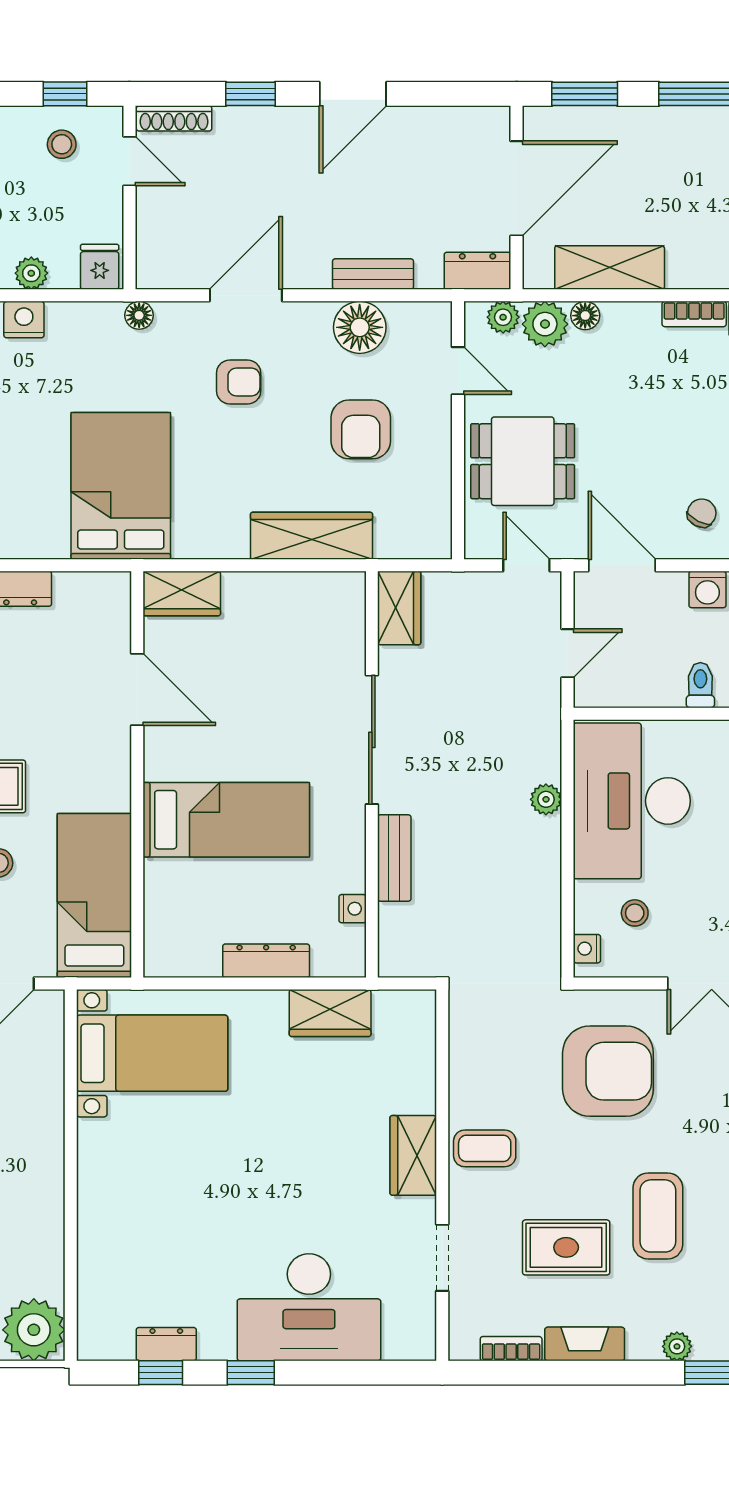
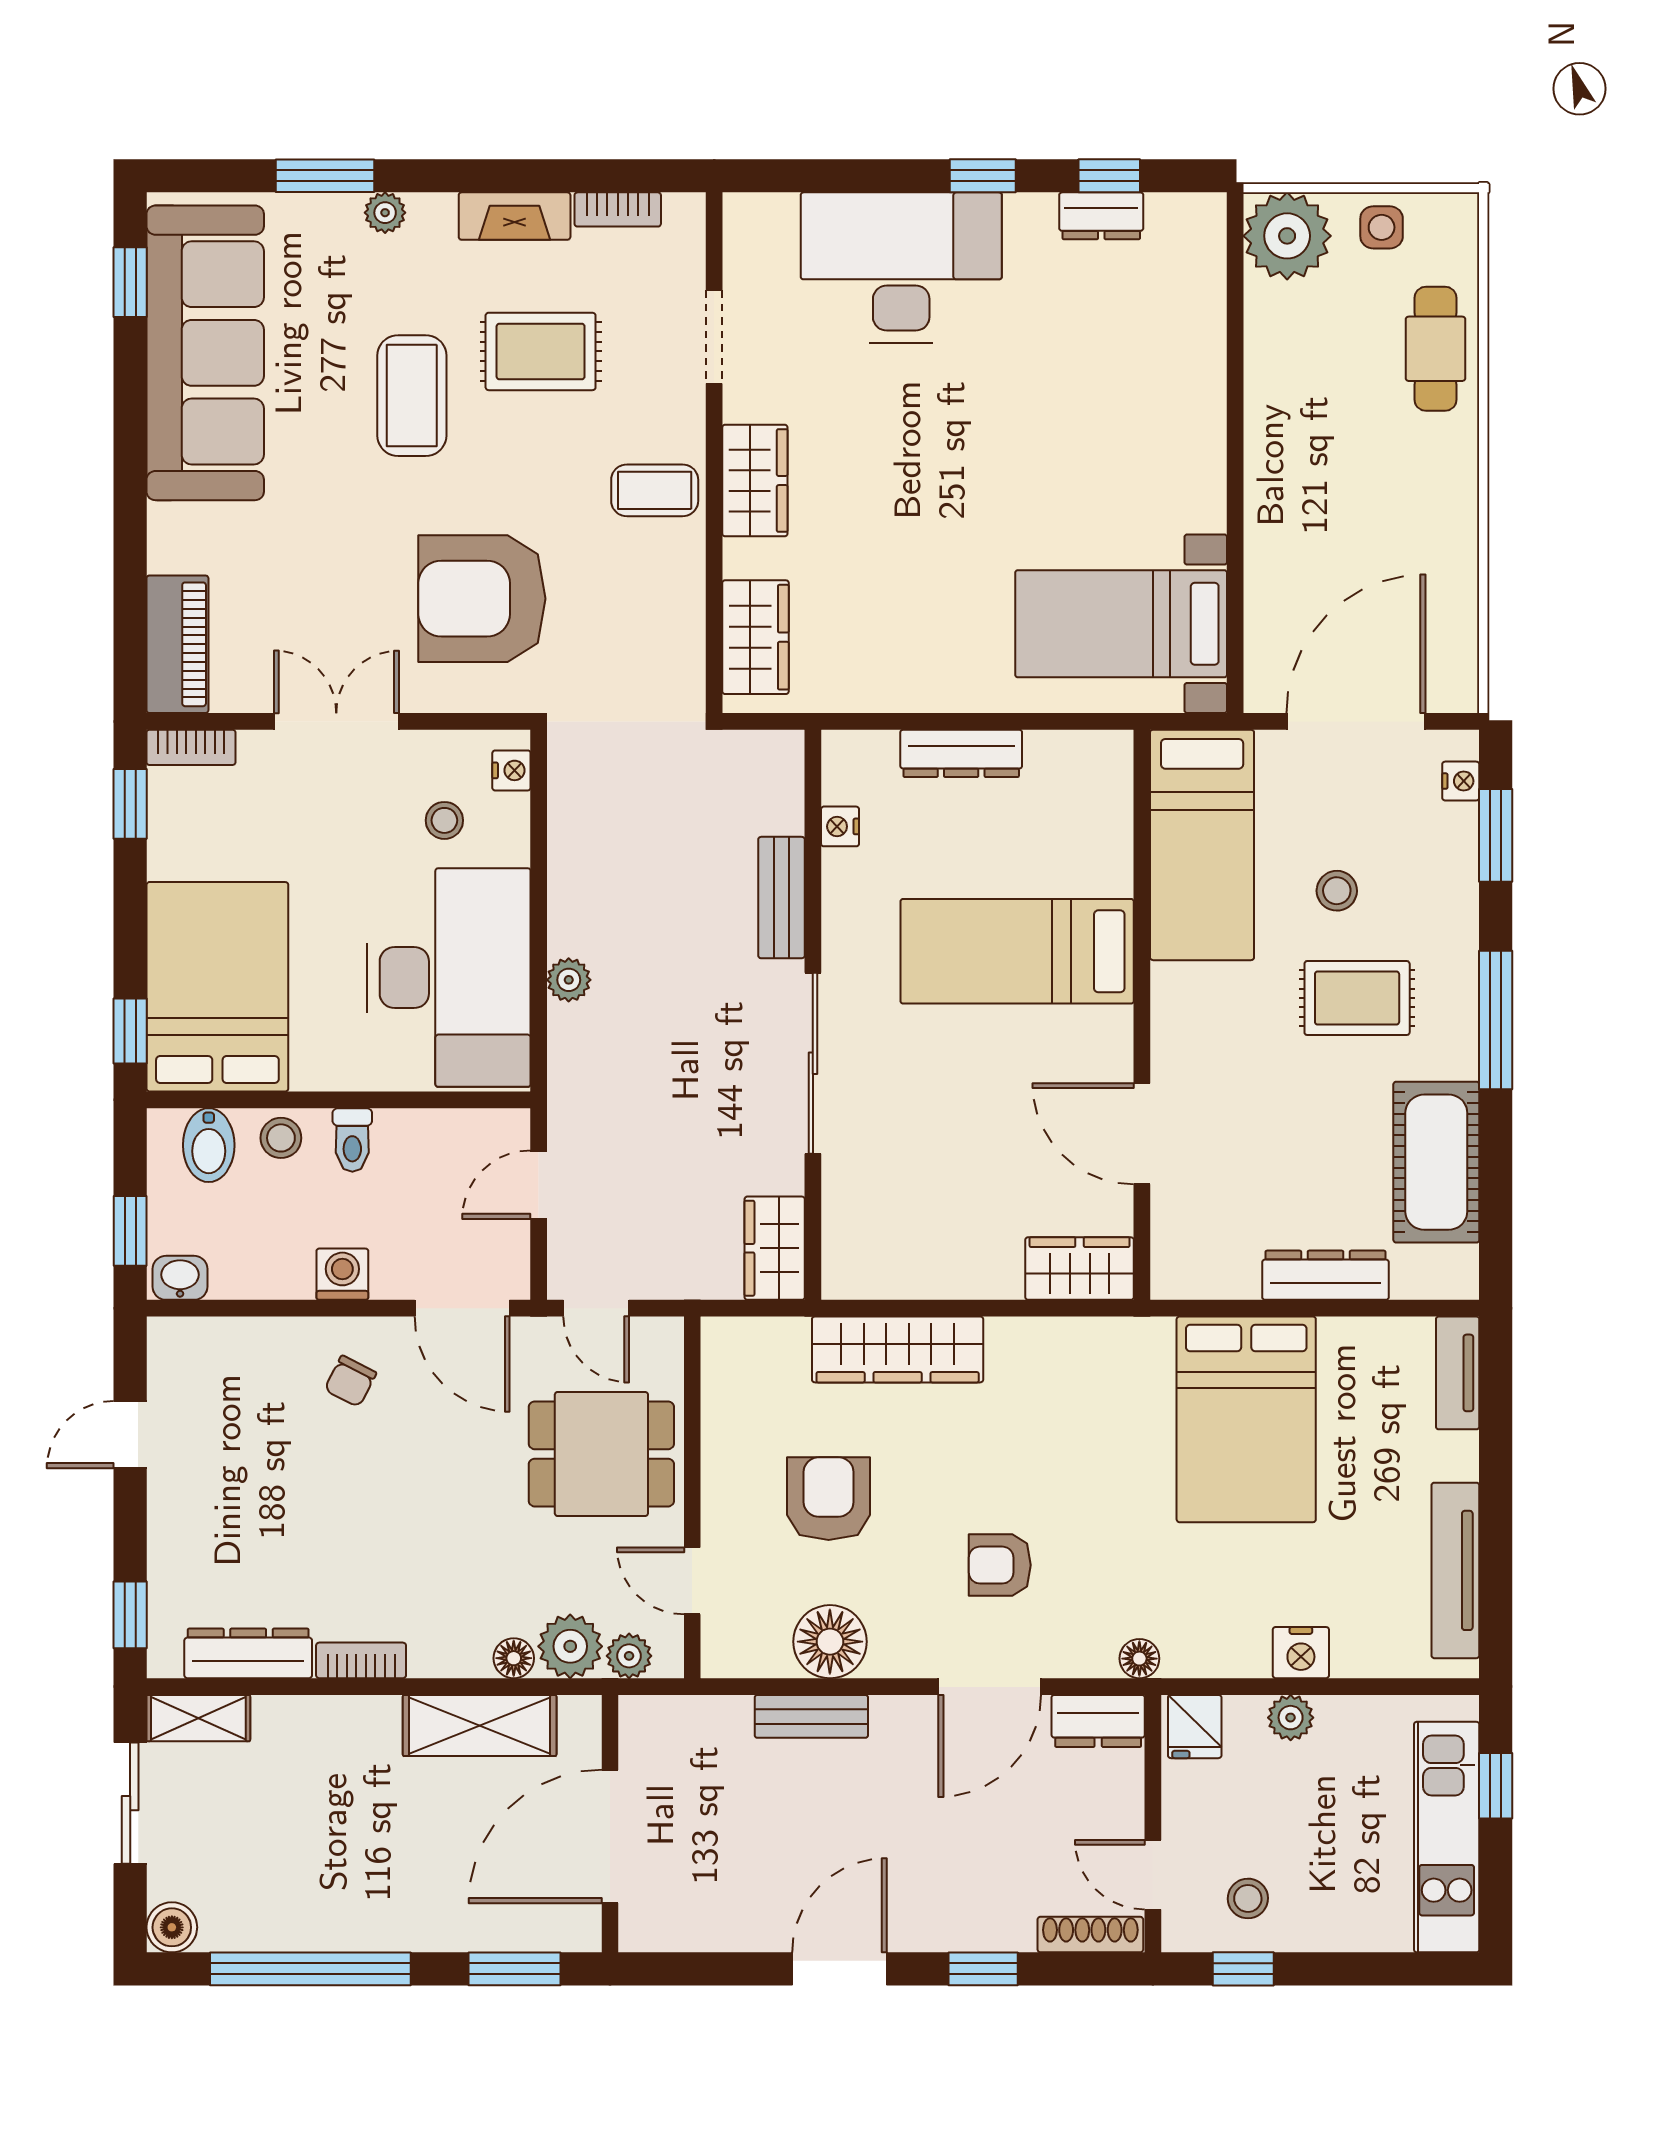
dresser: (478, 271) -> (1098, 1721), moved
bed: (121, 486) -> (1246, 1419), moved
wardrobe: (330, 1013) -> (756, 637), moved, turned 90

